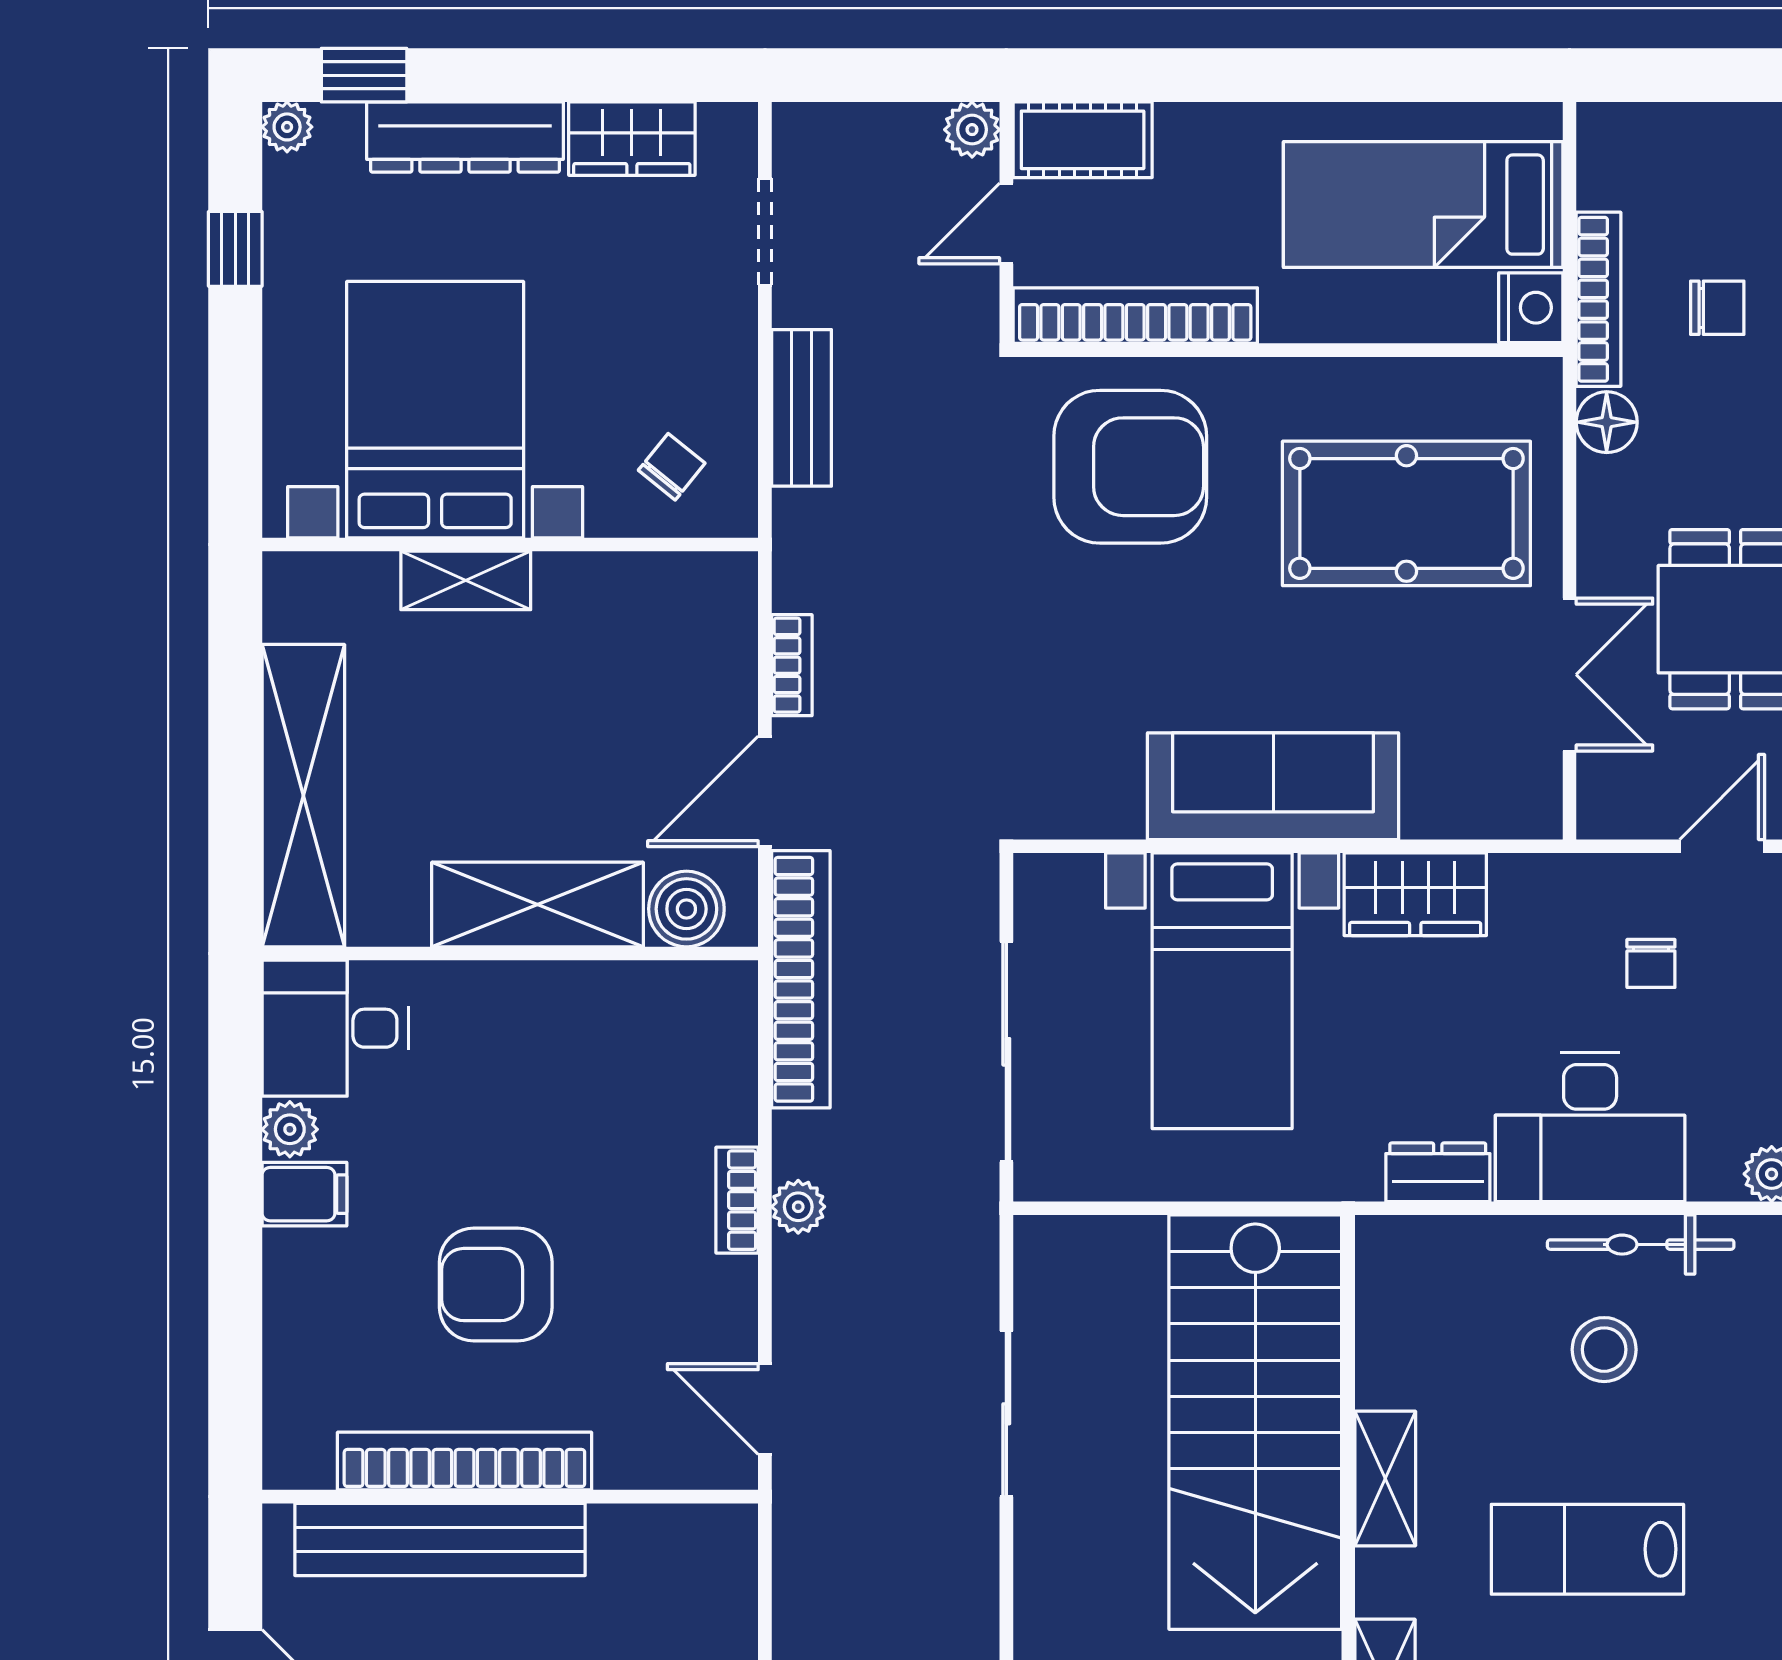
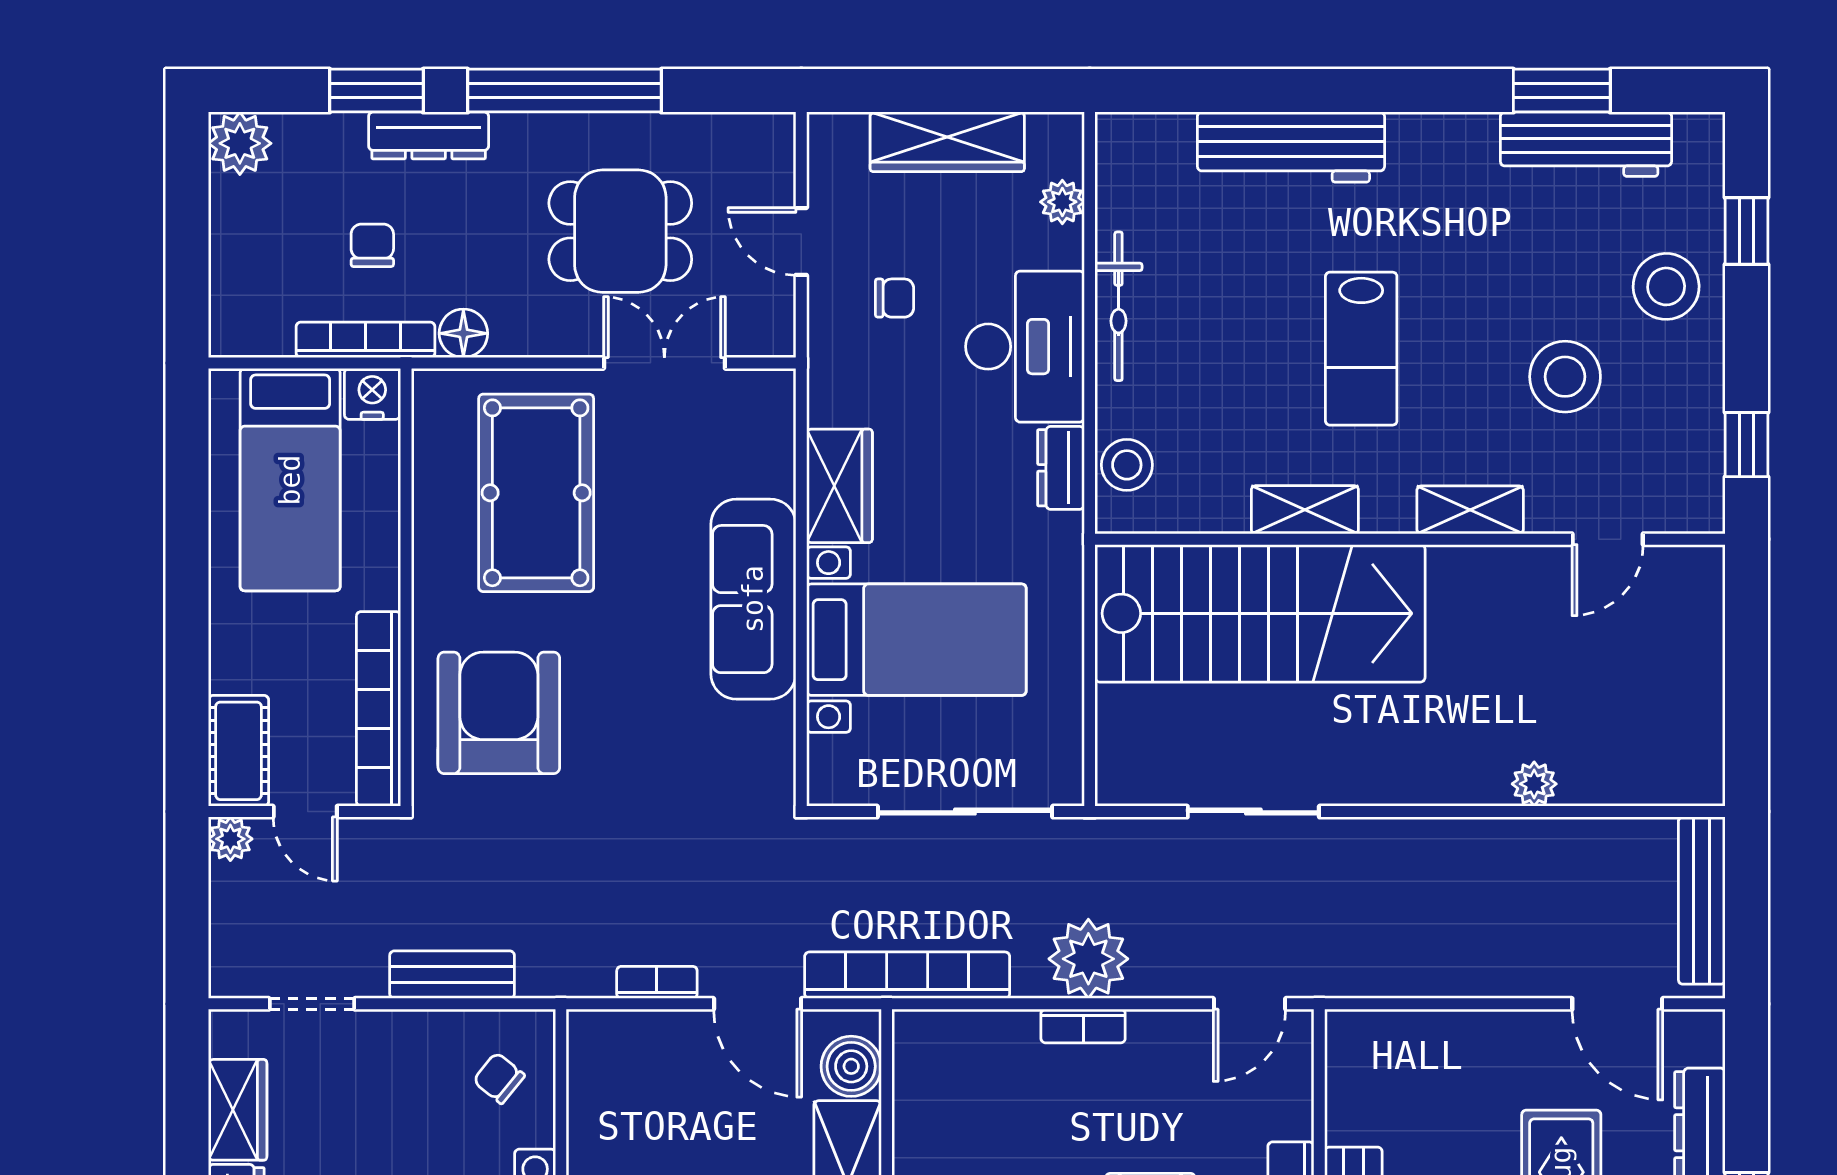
plant: (798, 1207) -> (1088, 959), width x1.88, depth x1.88
stool: (1604, 1350) -> (1127, 465), moved

